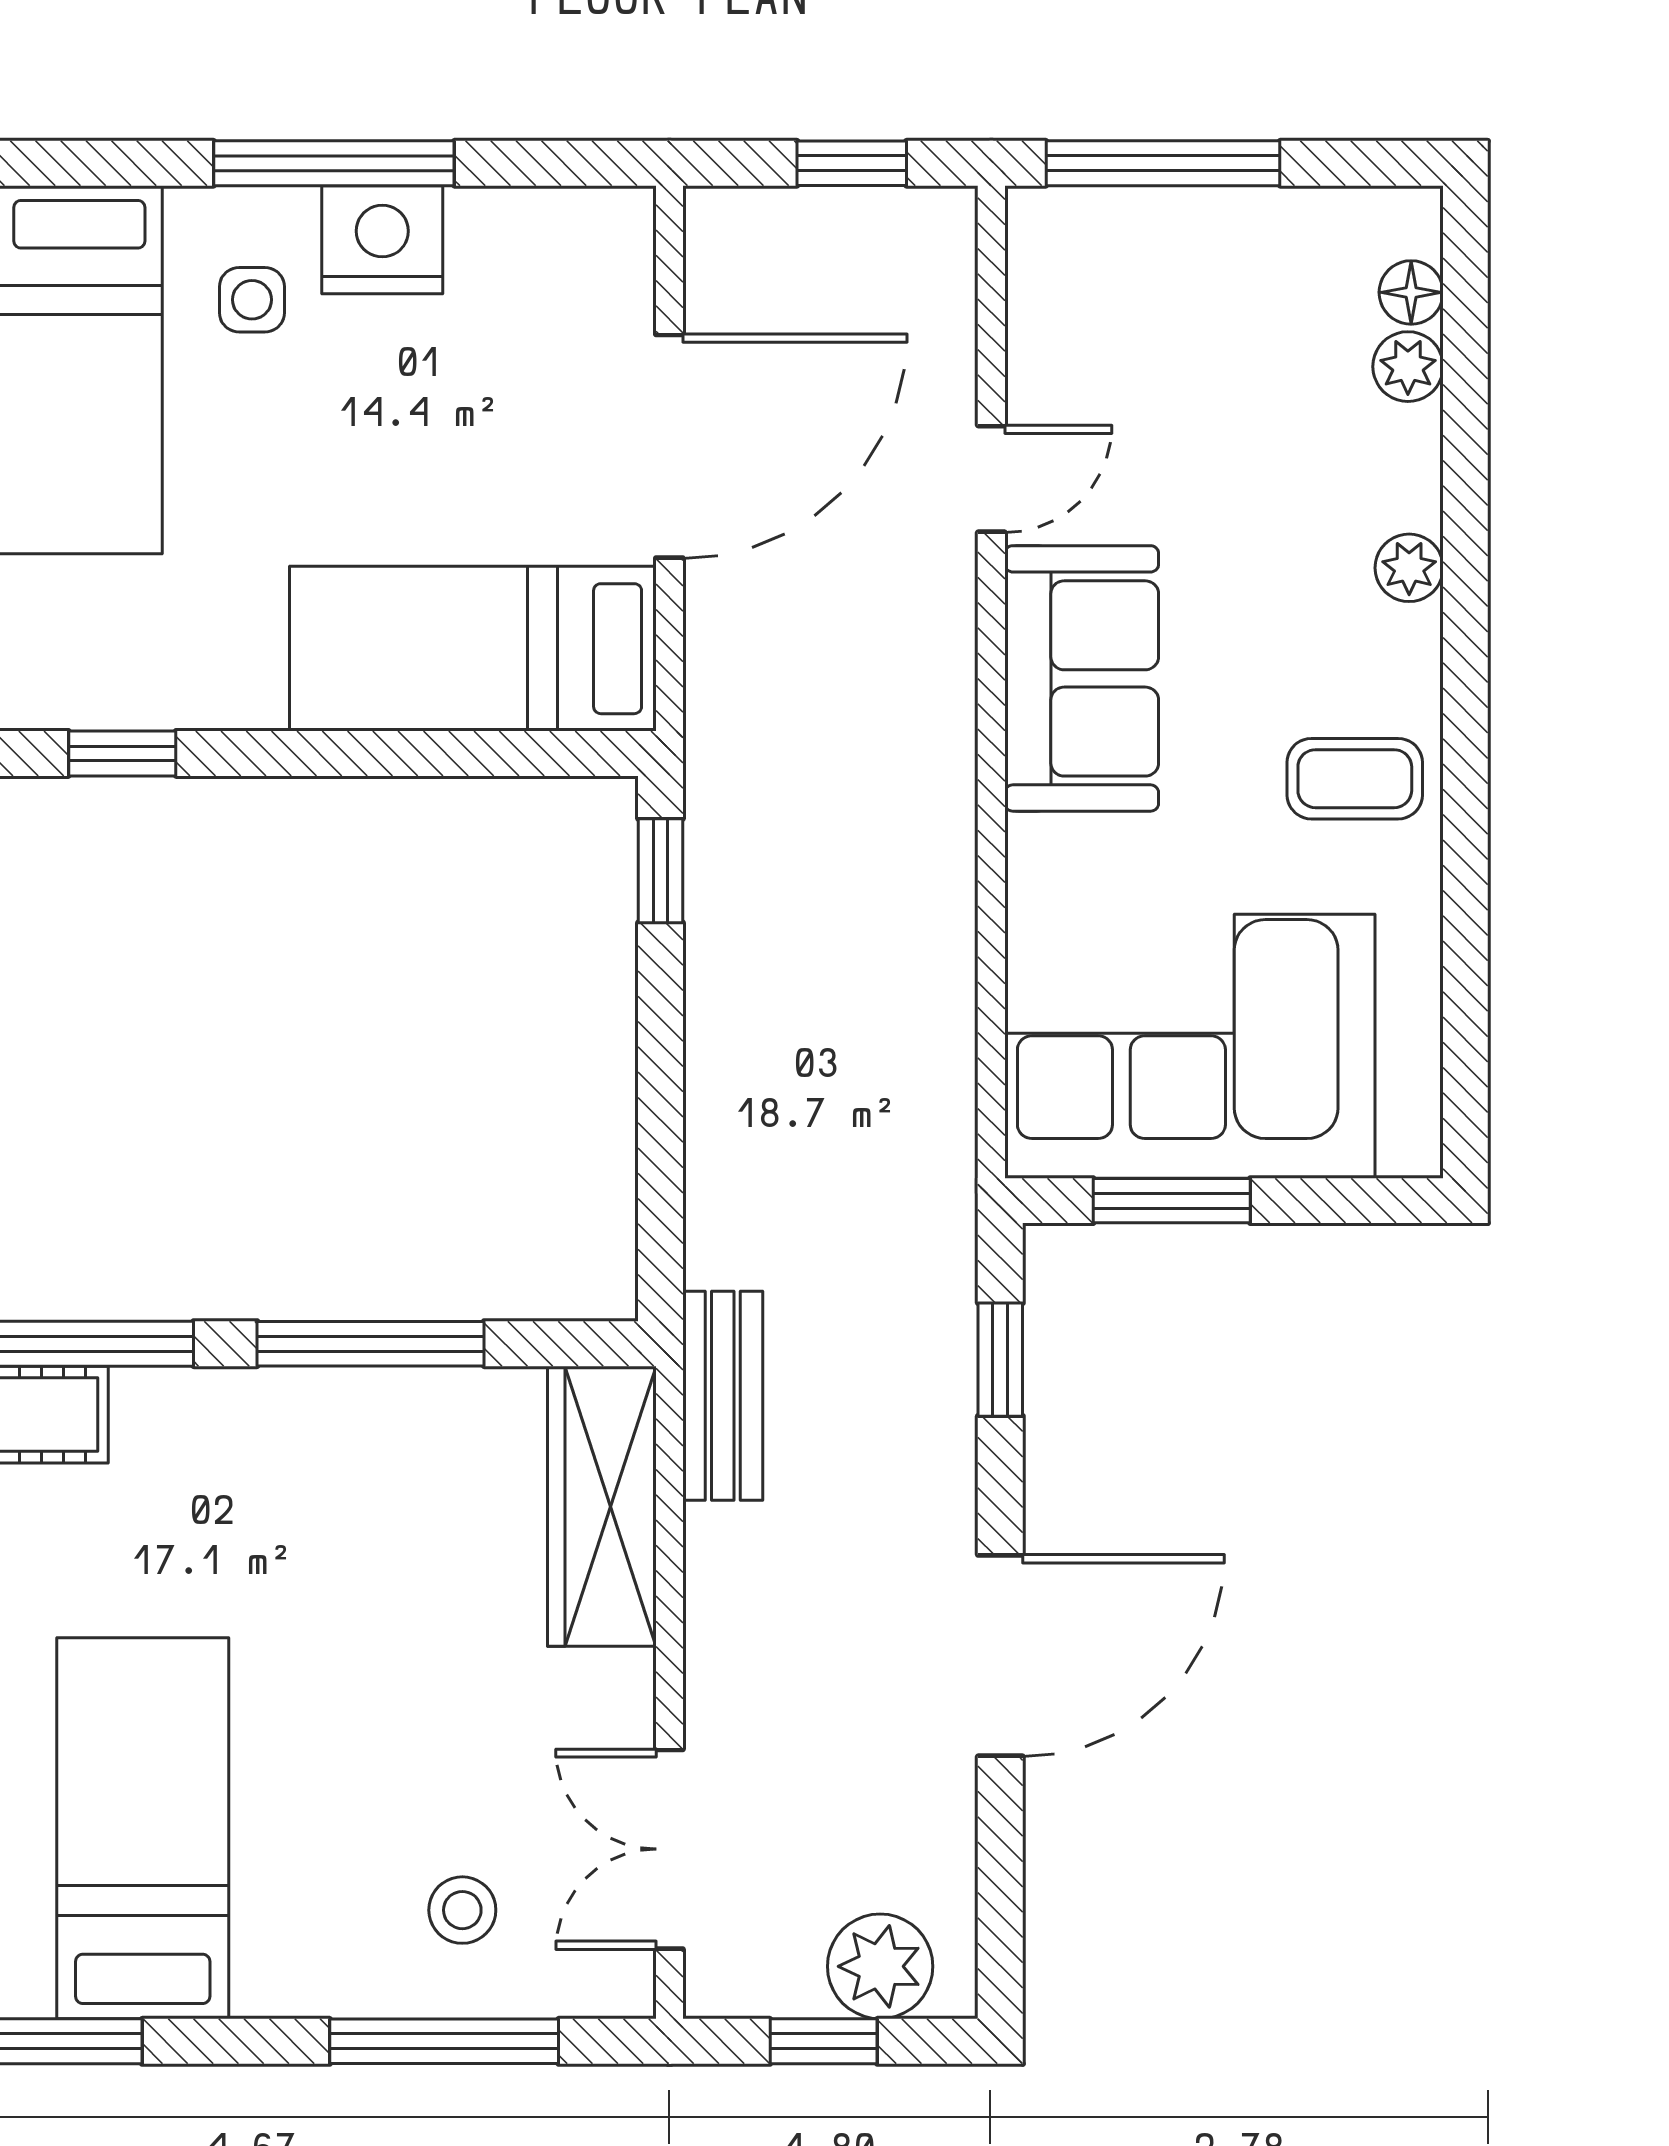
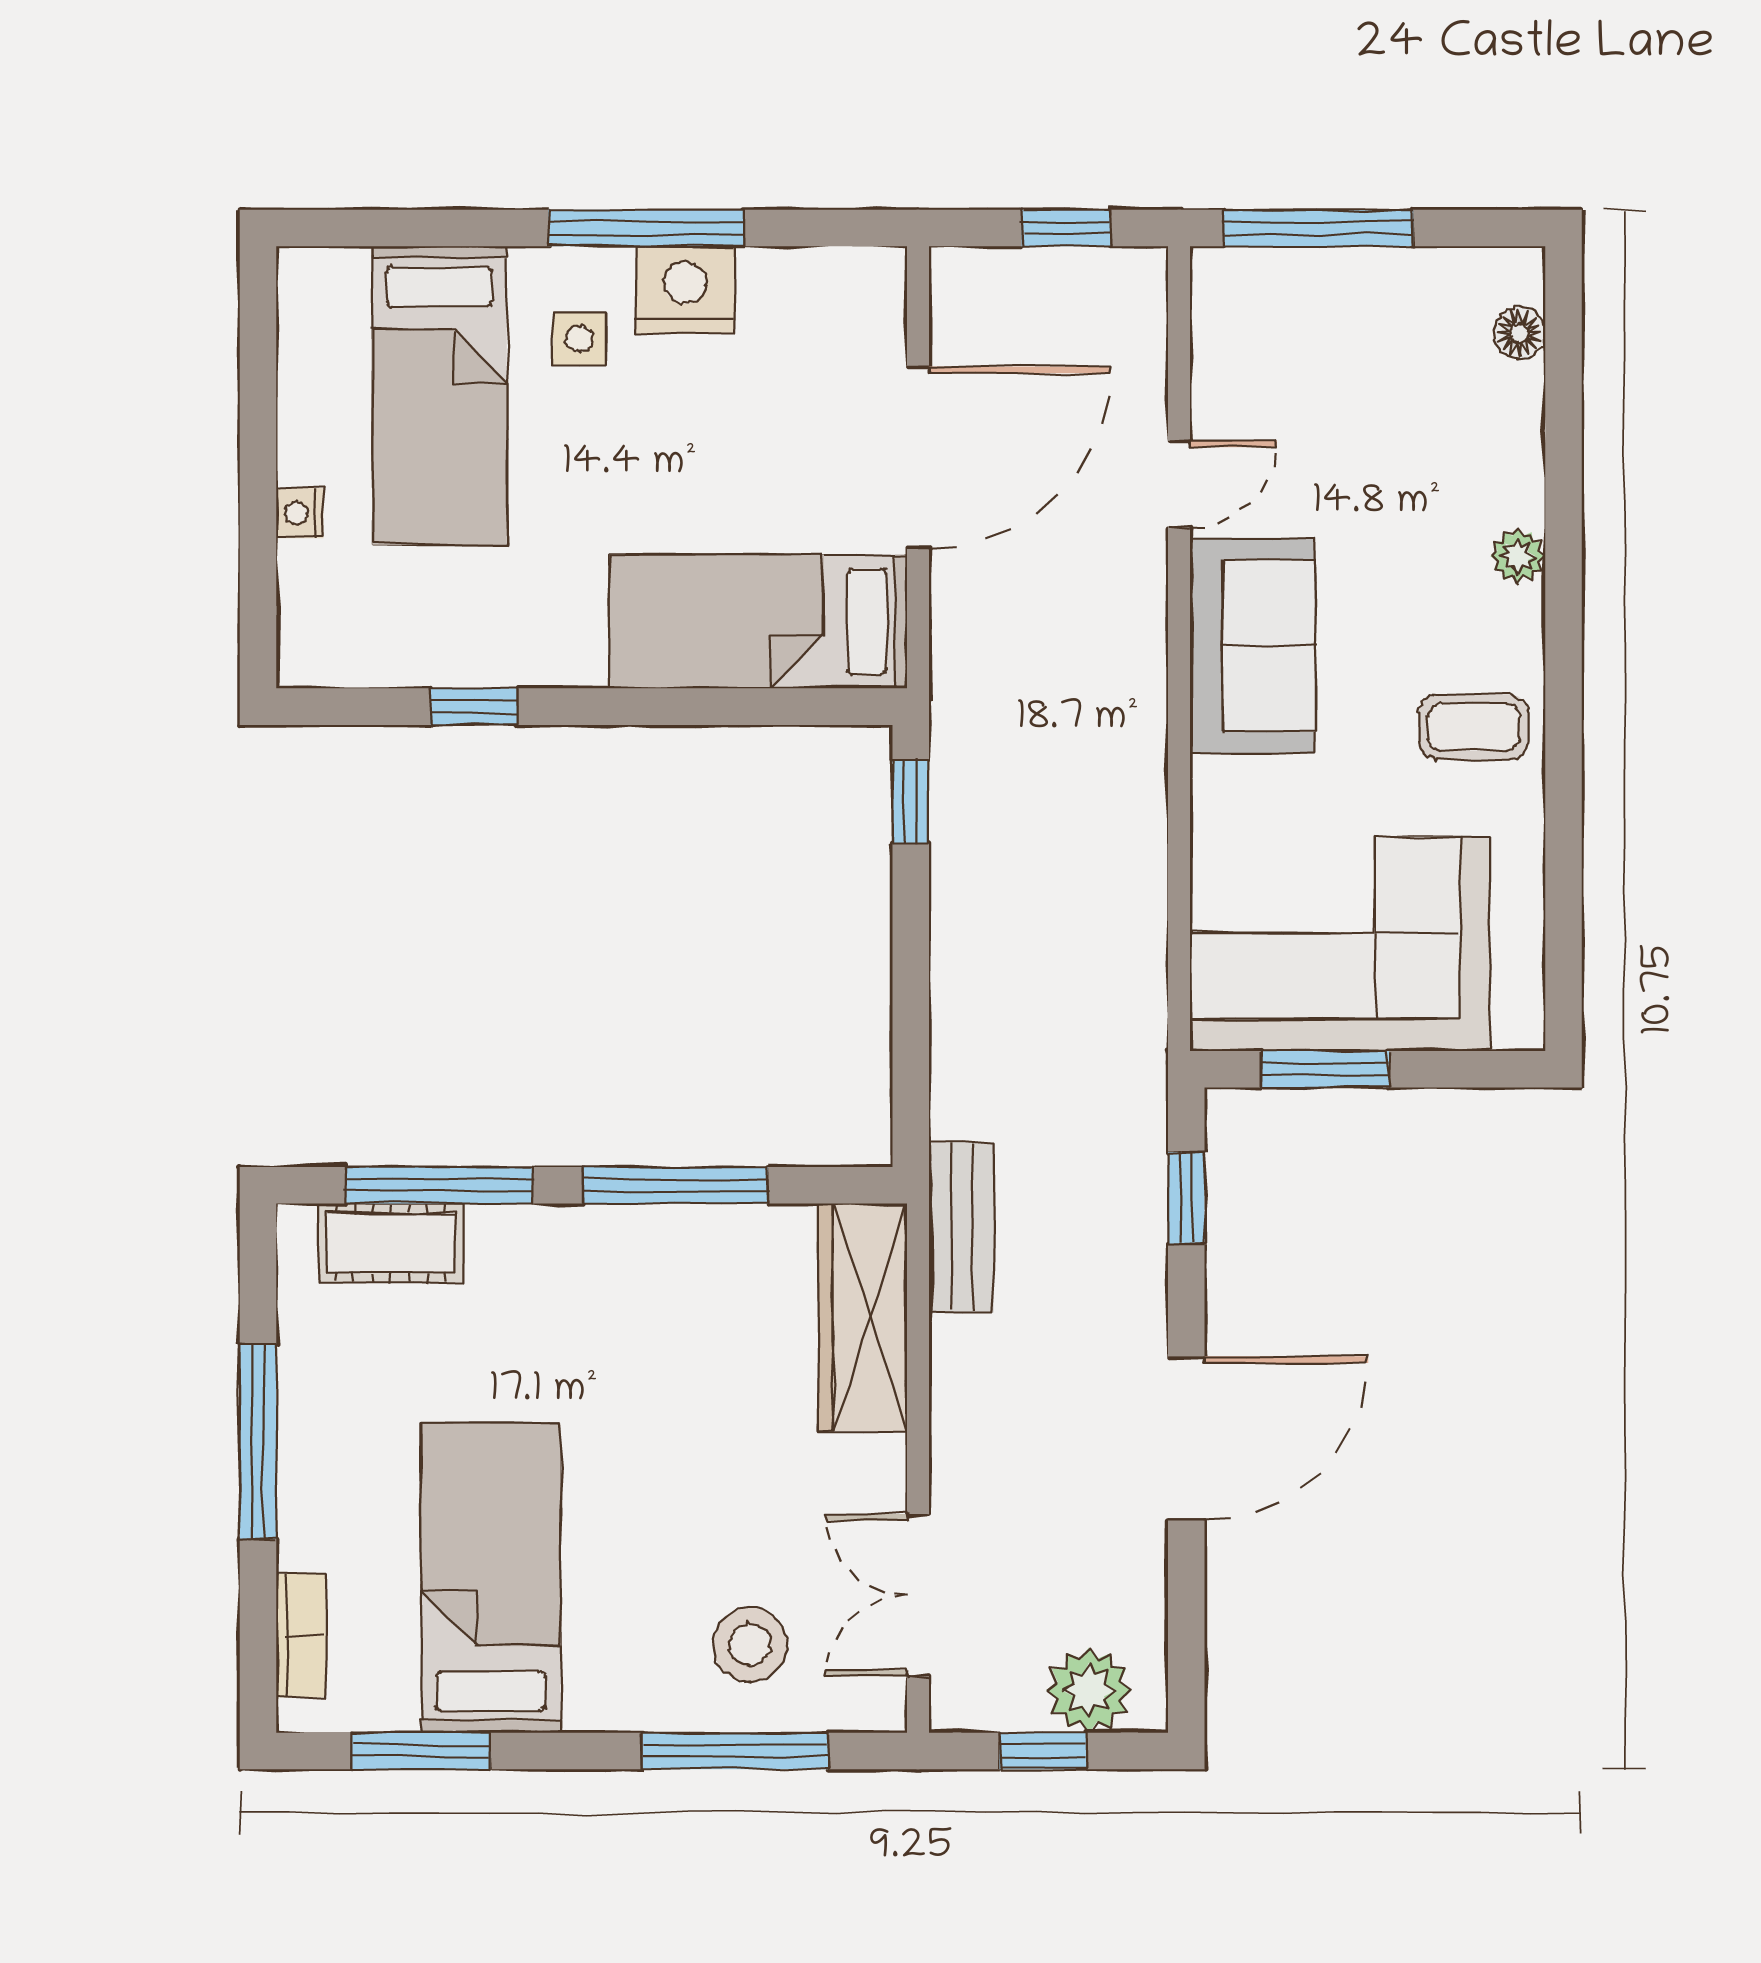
plant: (1408, 367) -> (1517, 393), removed
stool: (462, 1910) -> (750, 1645), width x1.37, depth x1.37

